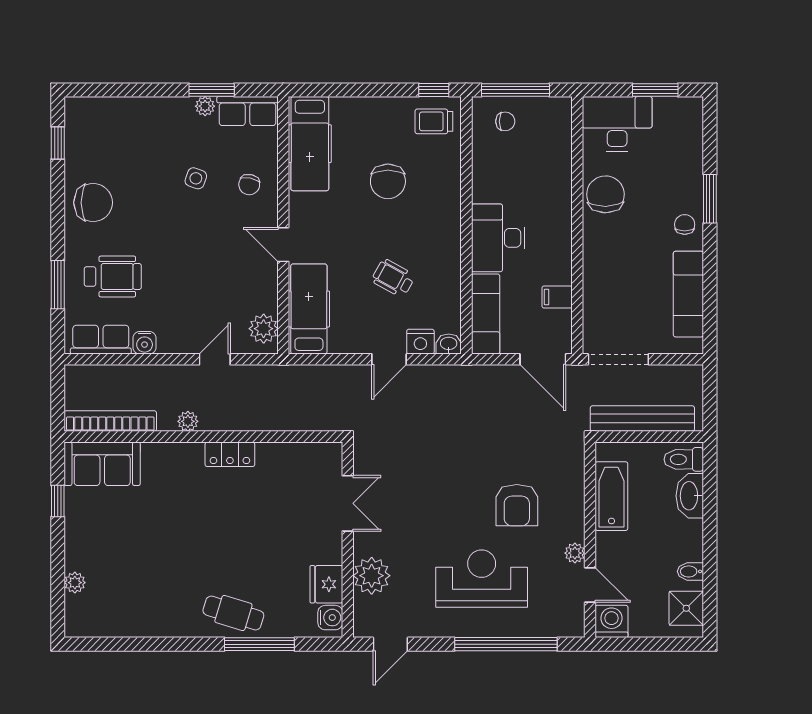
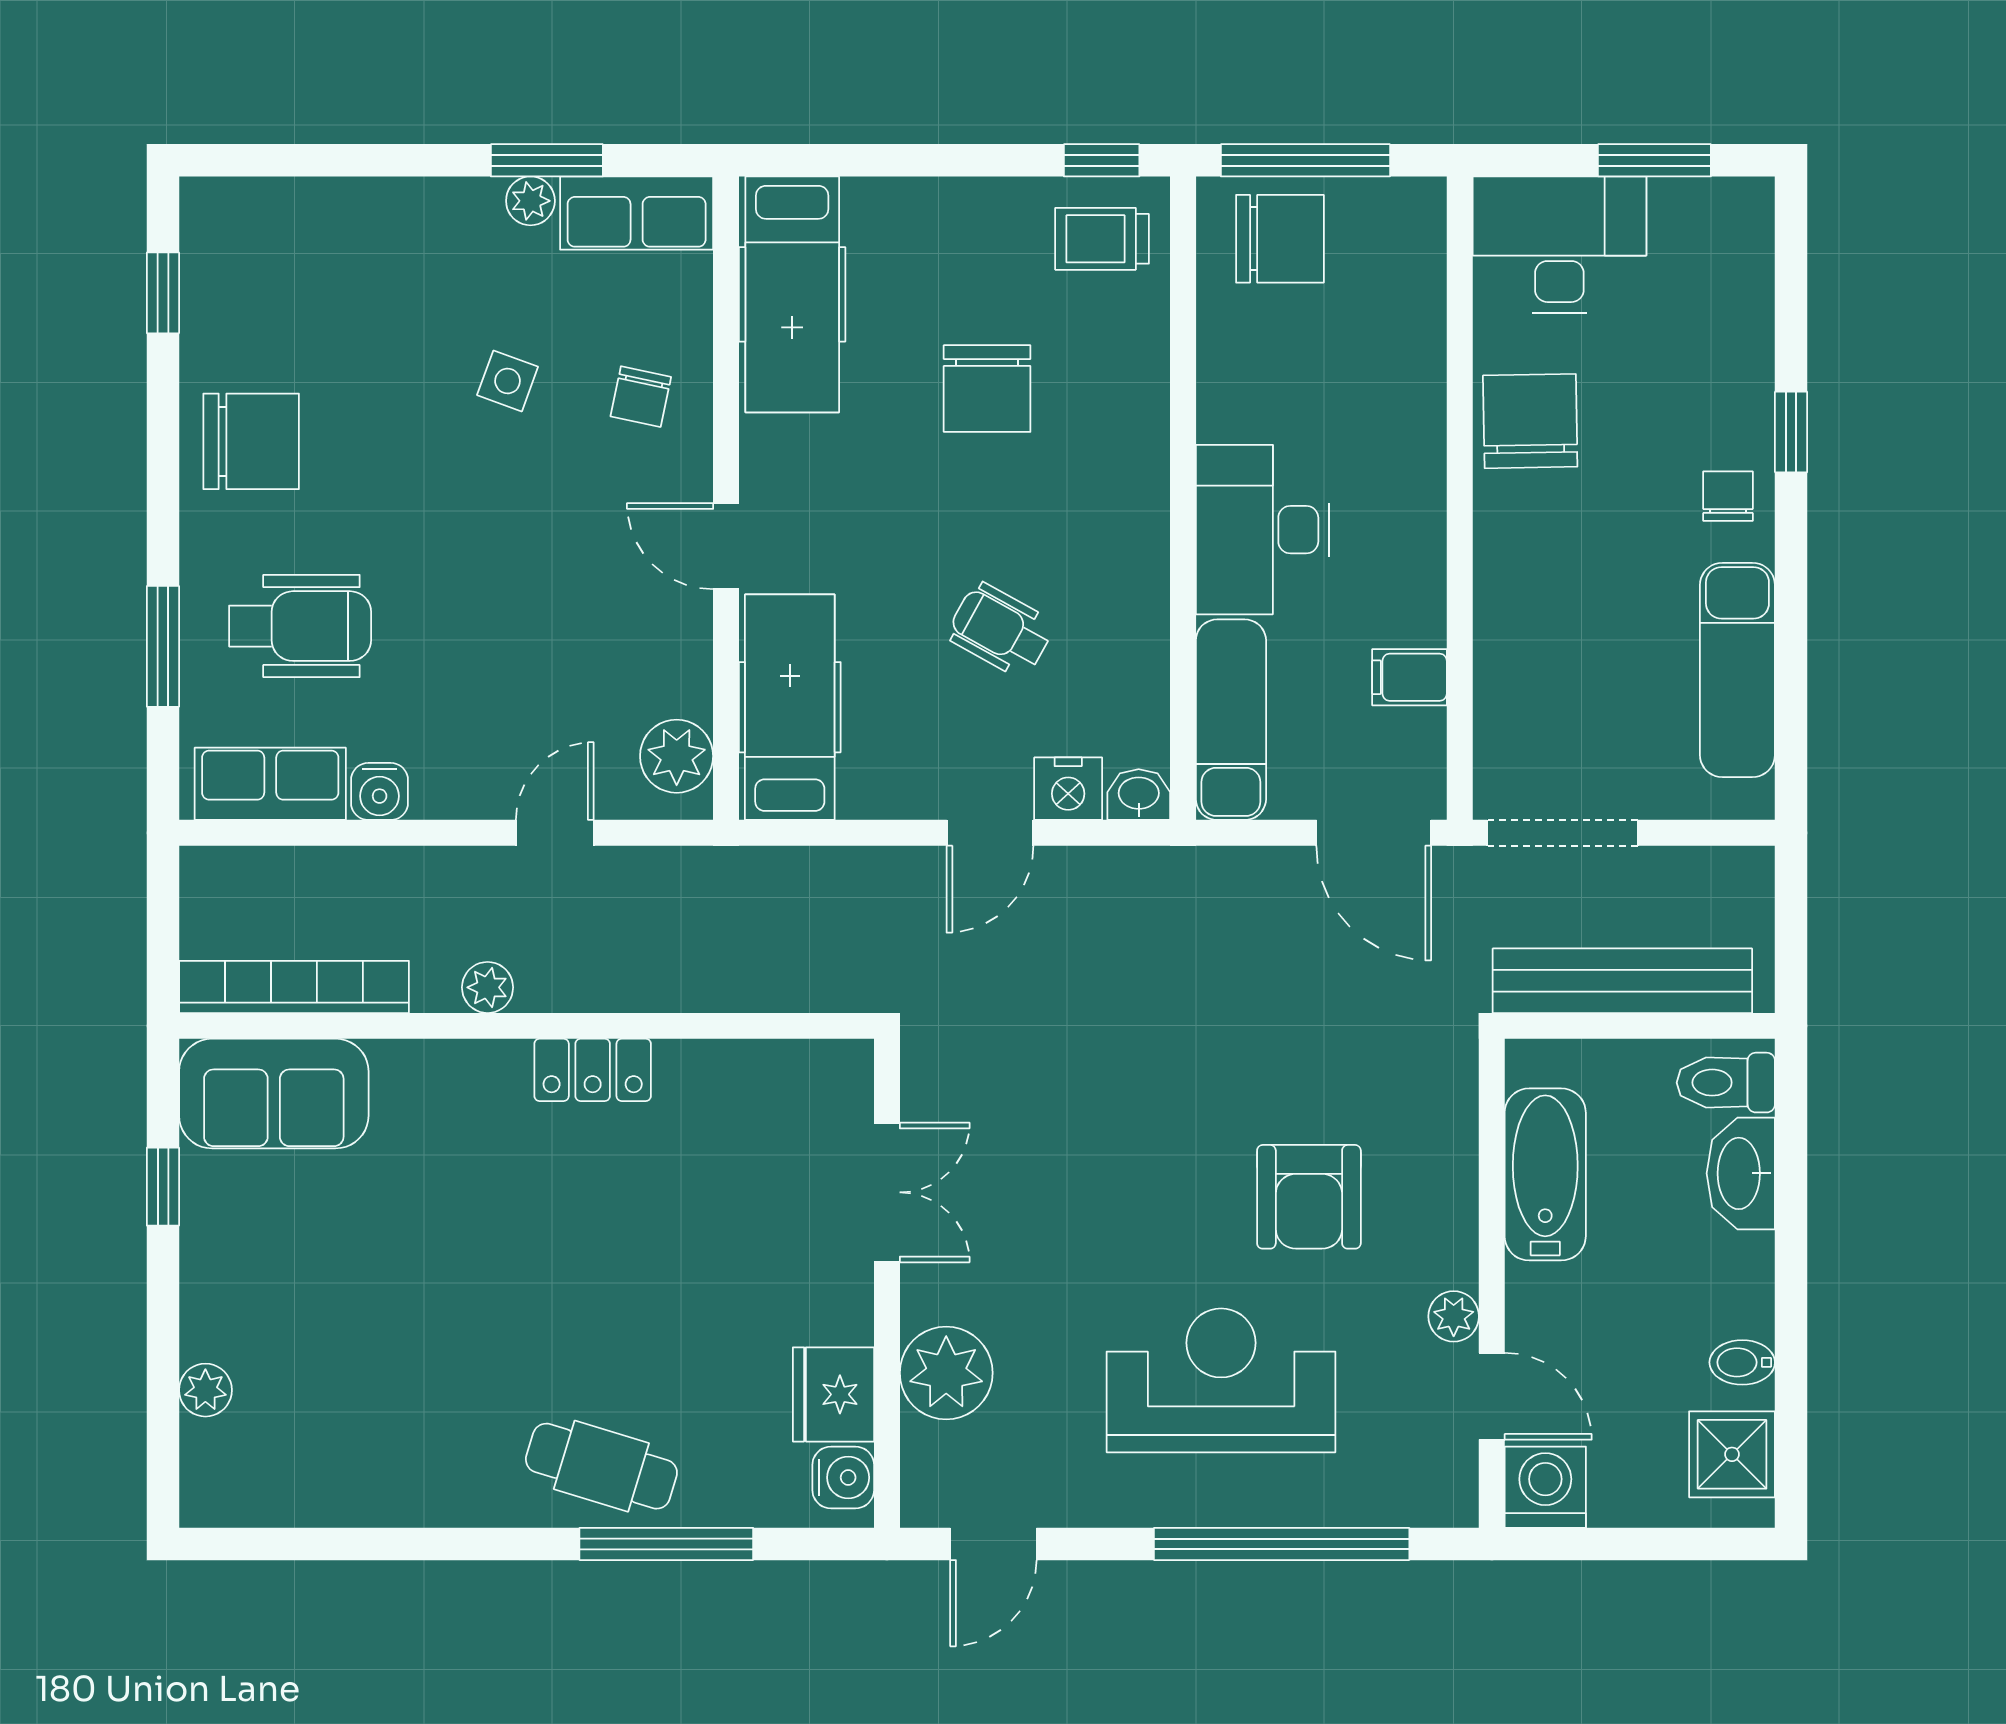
chair: (505, 121) -> (1280, 239), width x1.87, depth x1.87
window: (710, 199) -> (1791, 432), width x0.67

